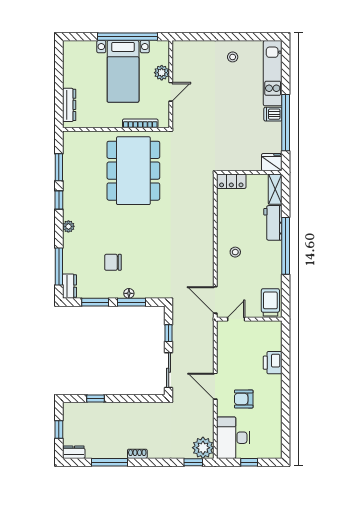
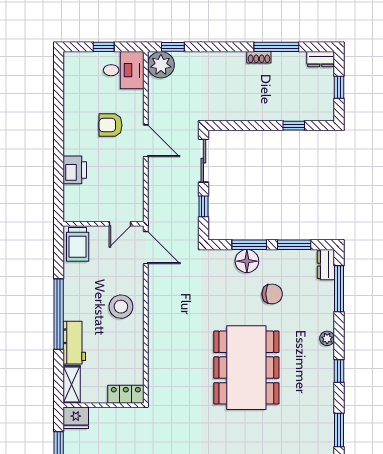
window: (59, 167) -> (339, 430), moved
dining table: (133, 171) -> (246, 368), moved
stool: (235, 252) -> (121, 307), width x1.89, depth x1.89
floor lamp: (129, 293) -> (247, 261), width x1.89, depth x1.89
armchair: (244, 399) -> (110, 125), turned 180
desk: (233, 438) -> (124, 70), width x0.73
shoe rack: (137, 454) -> (259, 57), moved

